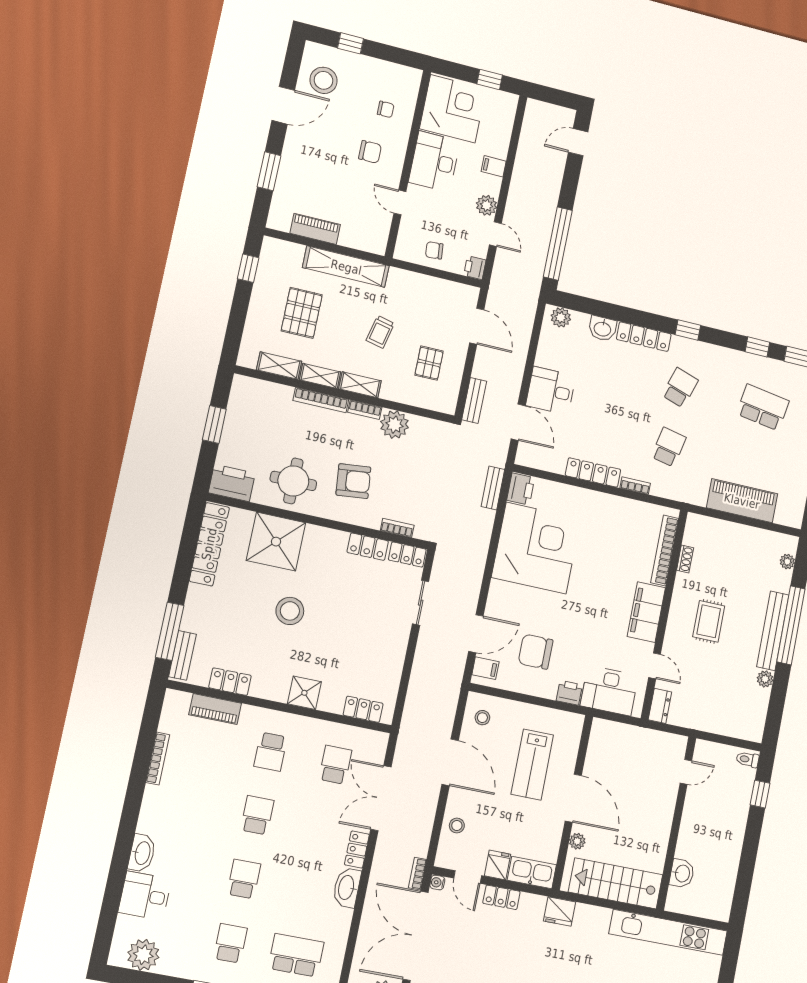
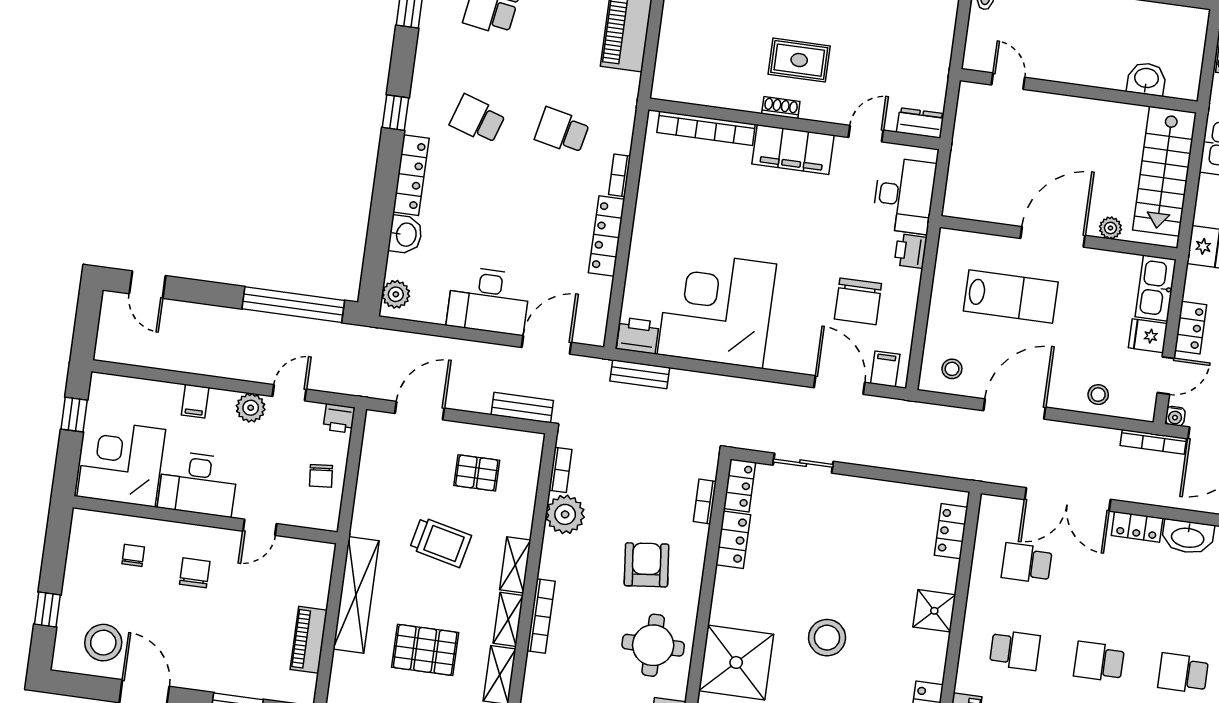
trolley: (380, 332) -> (440, 542), width x1.36, depth x1.39
desk: (551, 391) -> (488, 301), width x1.37
bookcase: (365, 410) -> (560, 470), moved
shoe rack: (685, 559) -> (781, 108), moved
bookcase: (418, 874) -> (1153, 442), width x1.56

